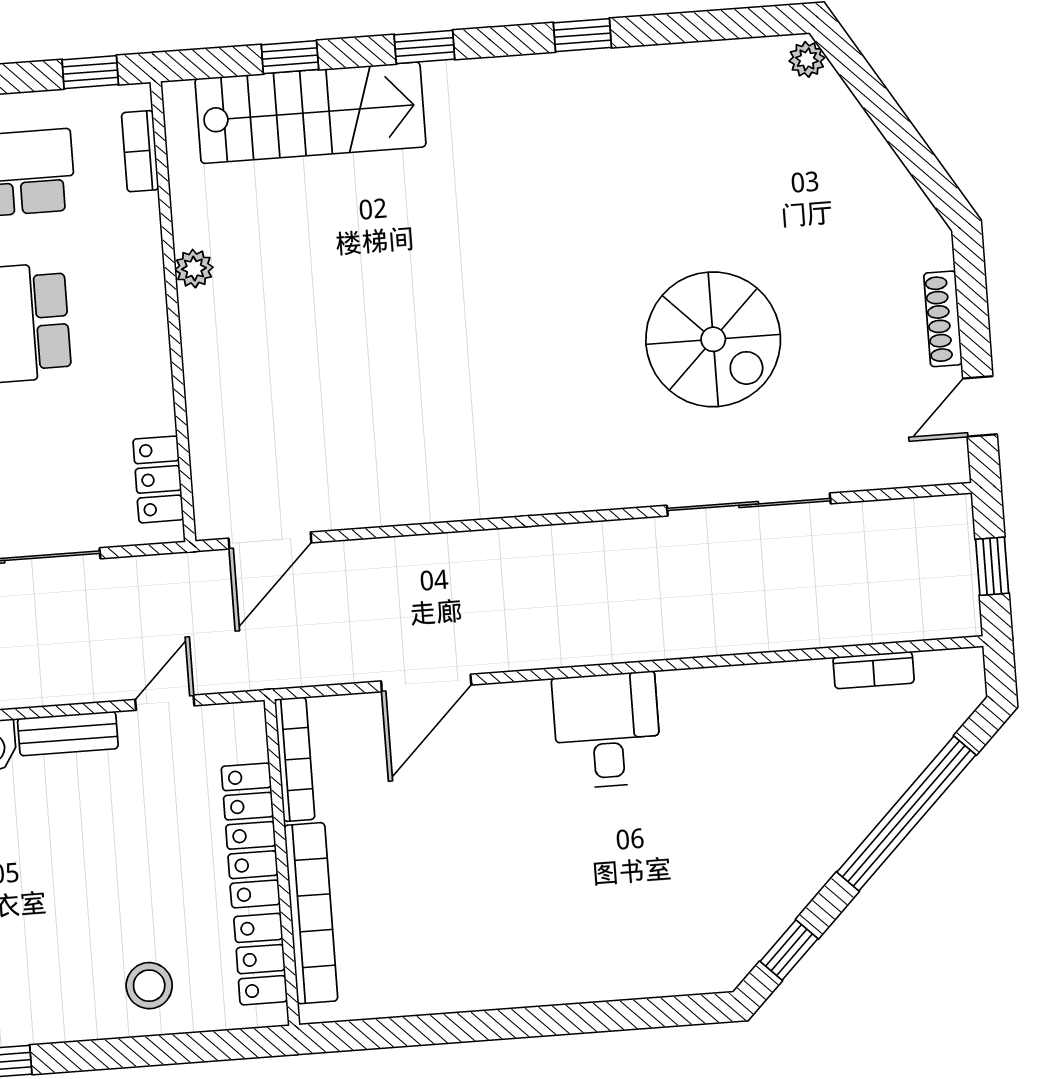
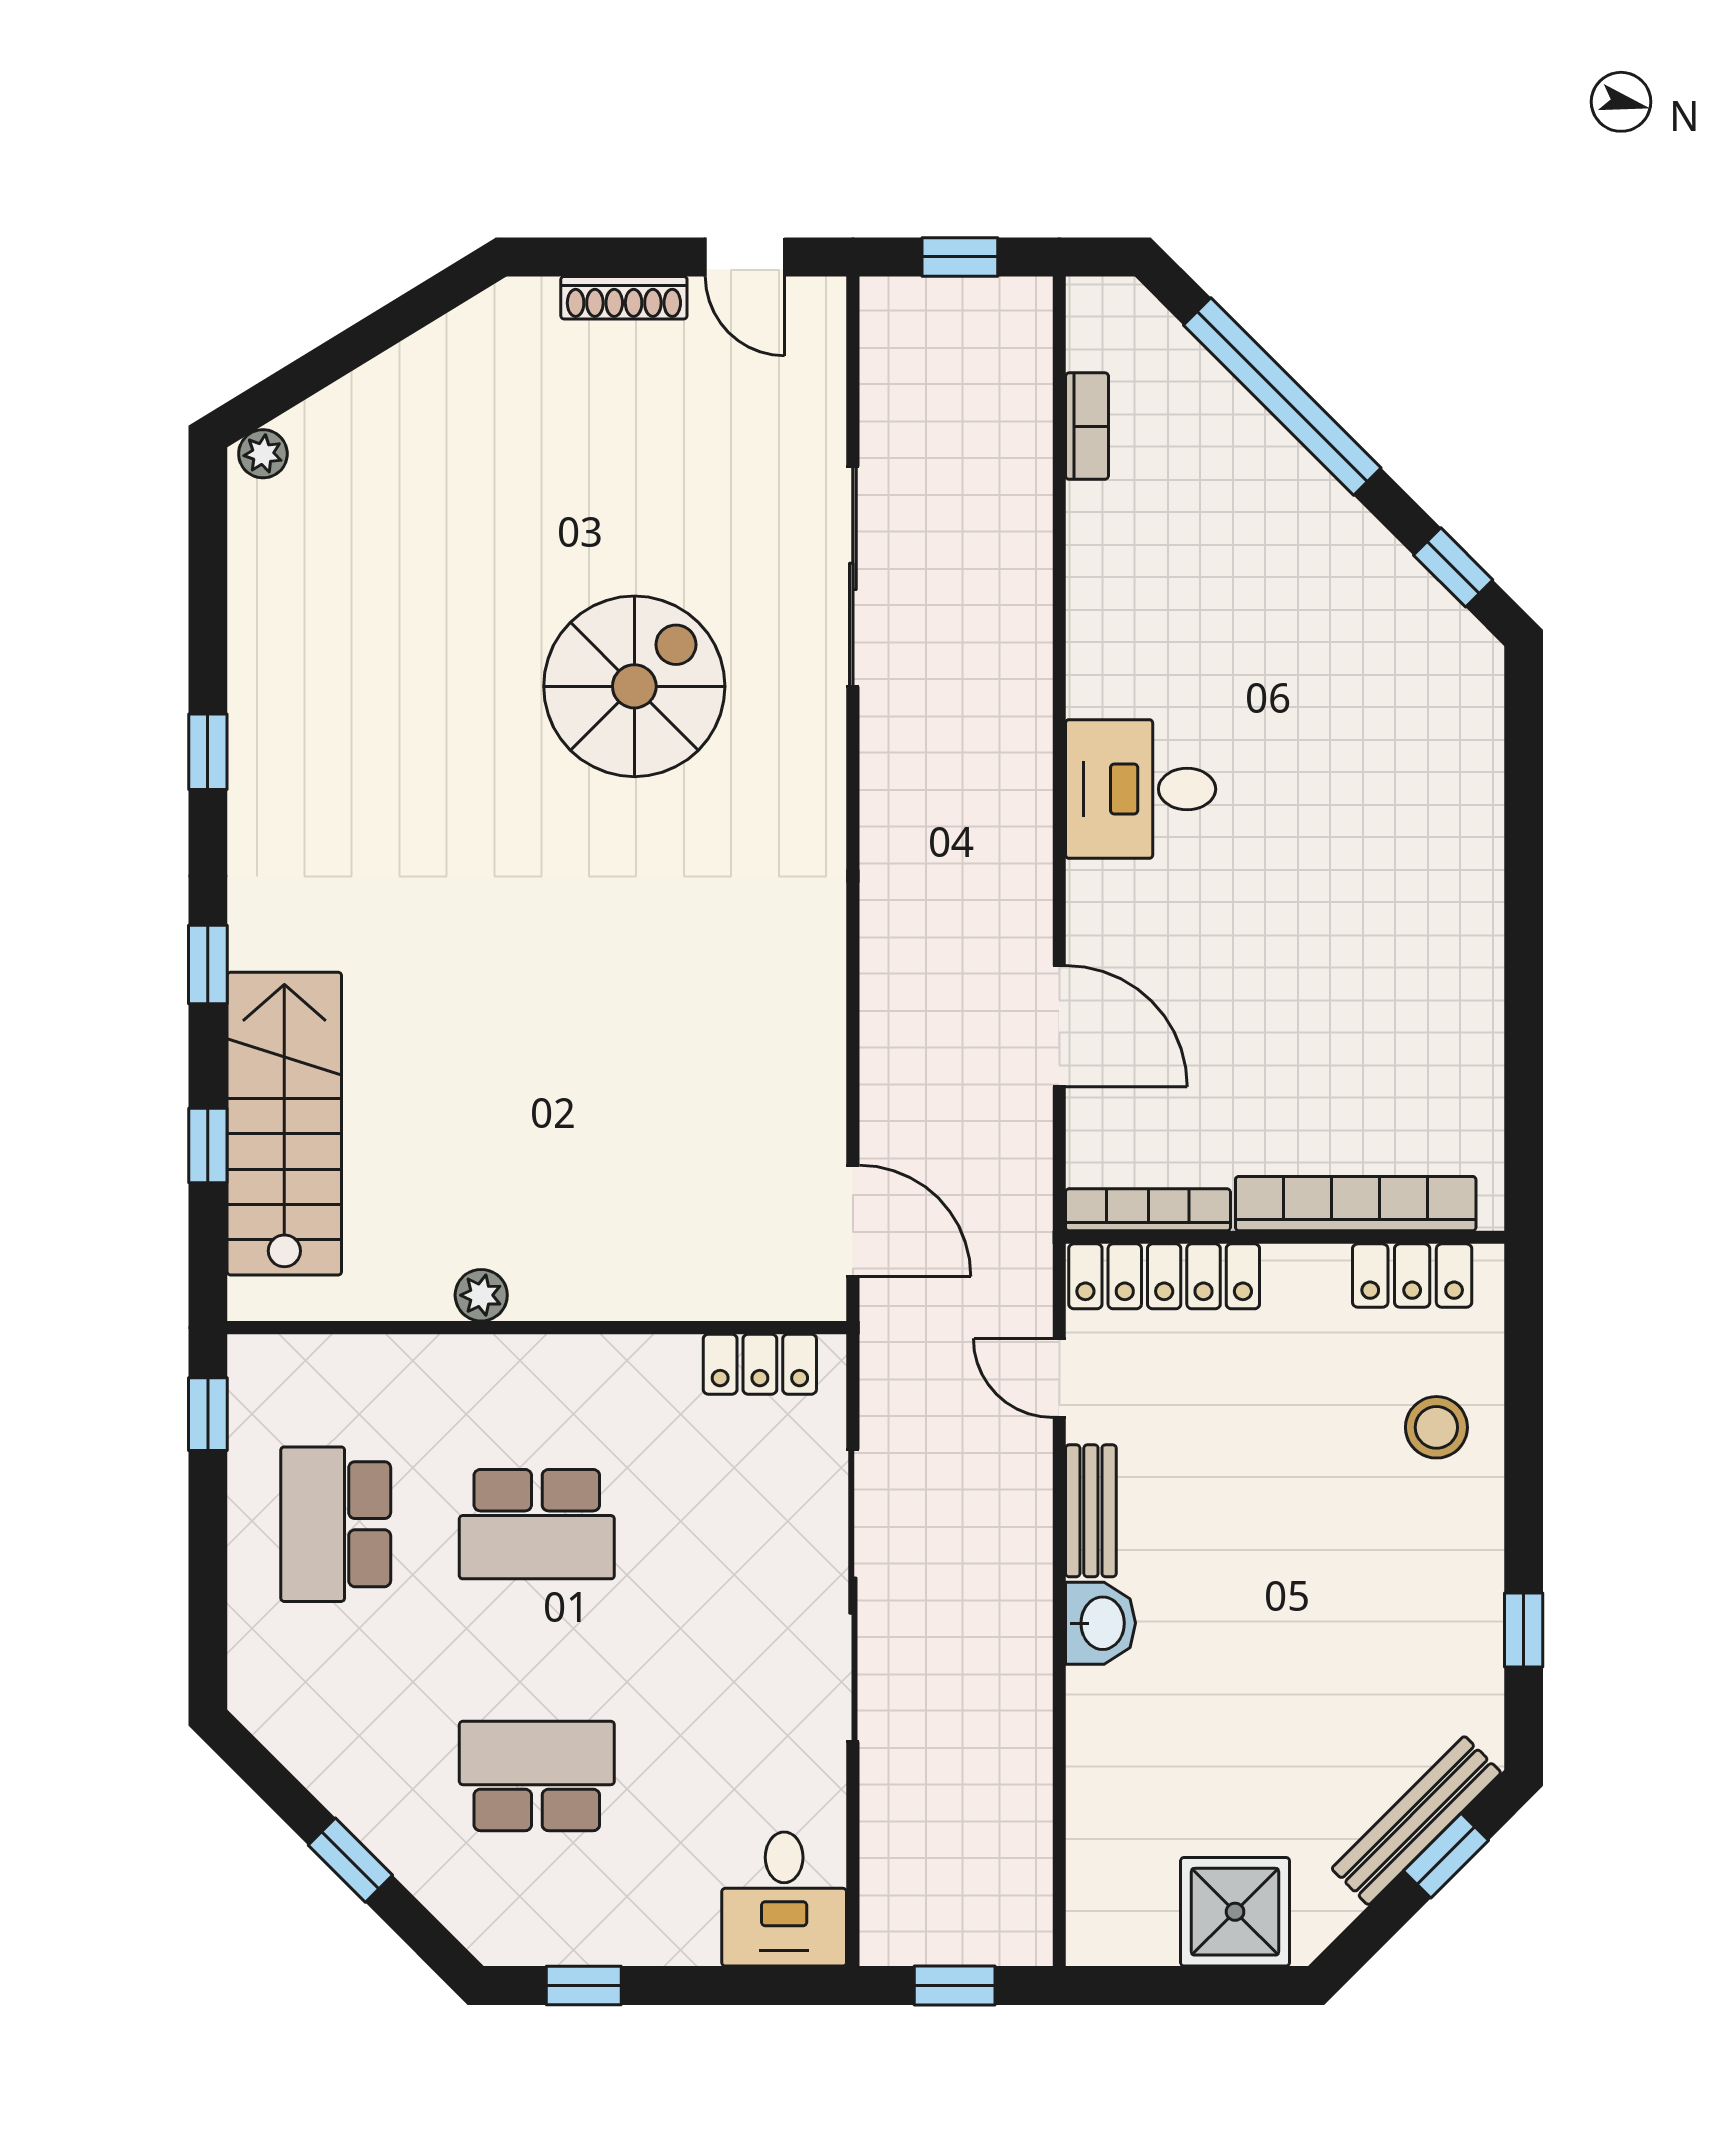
bookcase: (140, 151) -> (319, 1355), removed
spiral stairs: (713, 339) -> (634, 686), moved
locker: (251, 835) -> (1164, 1276), moved

